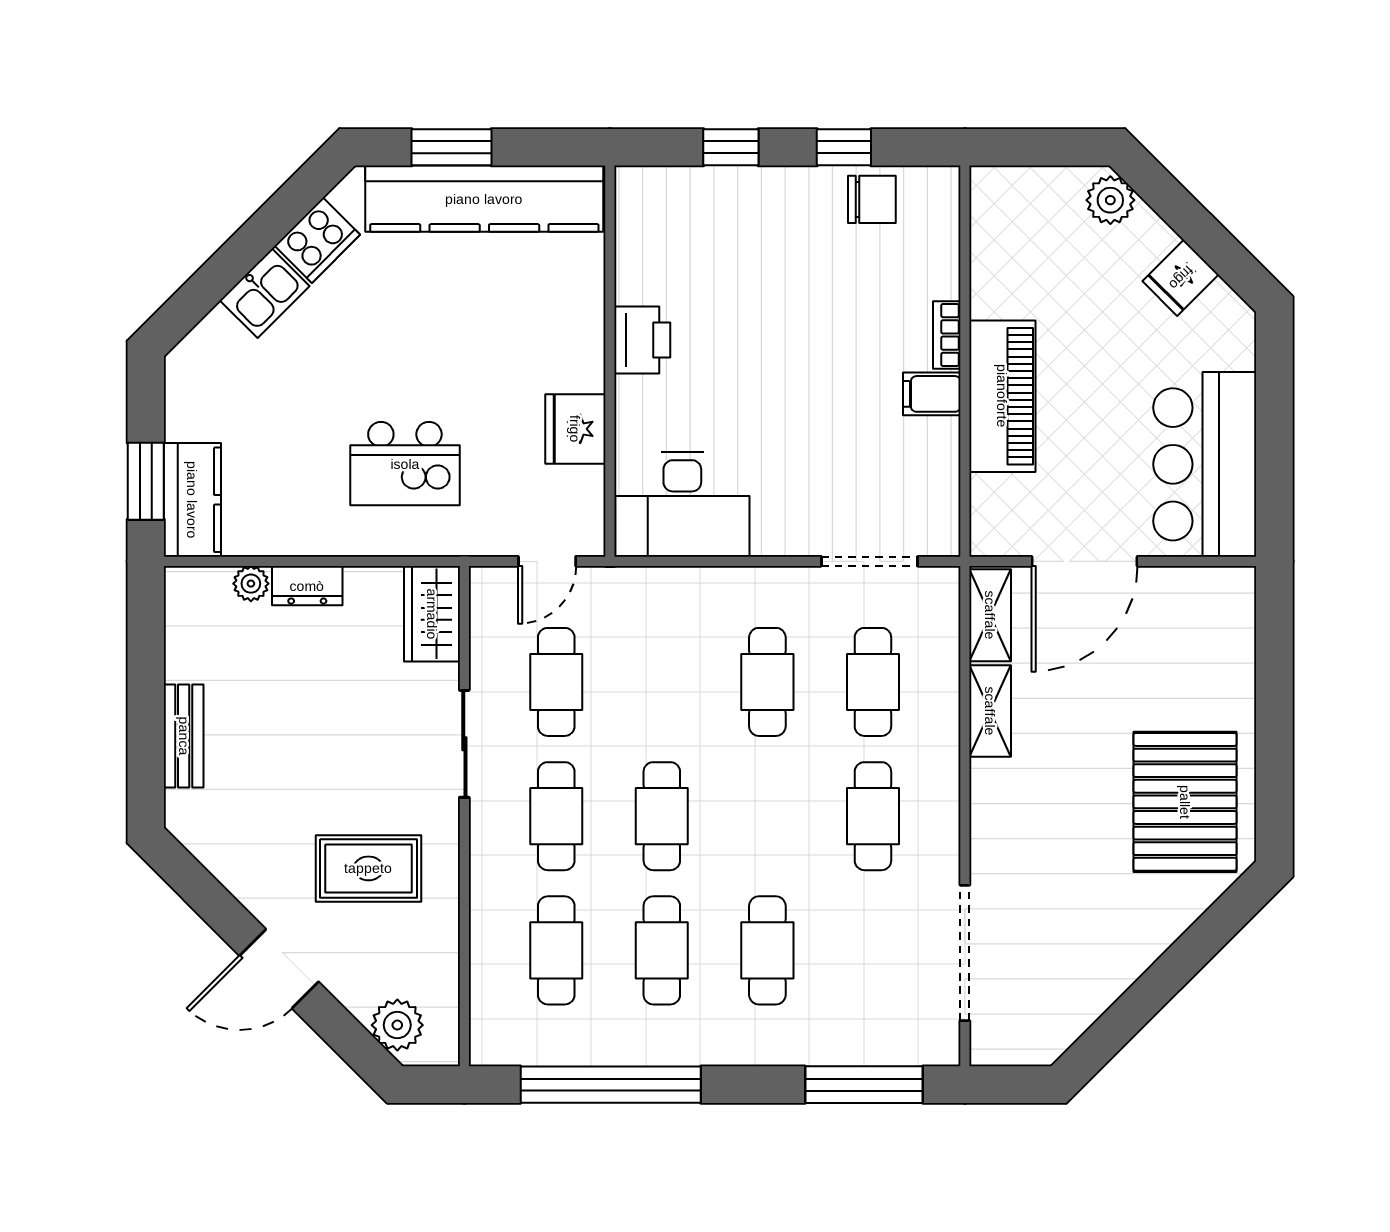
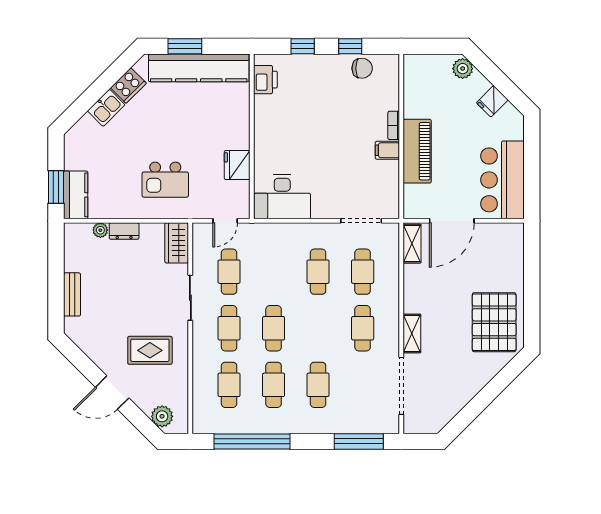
printer: (642, 340) -> (265, 80), moved
shelving: (990, 711) -> (412, 334), moved

